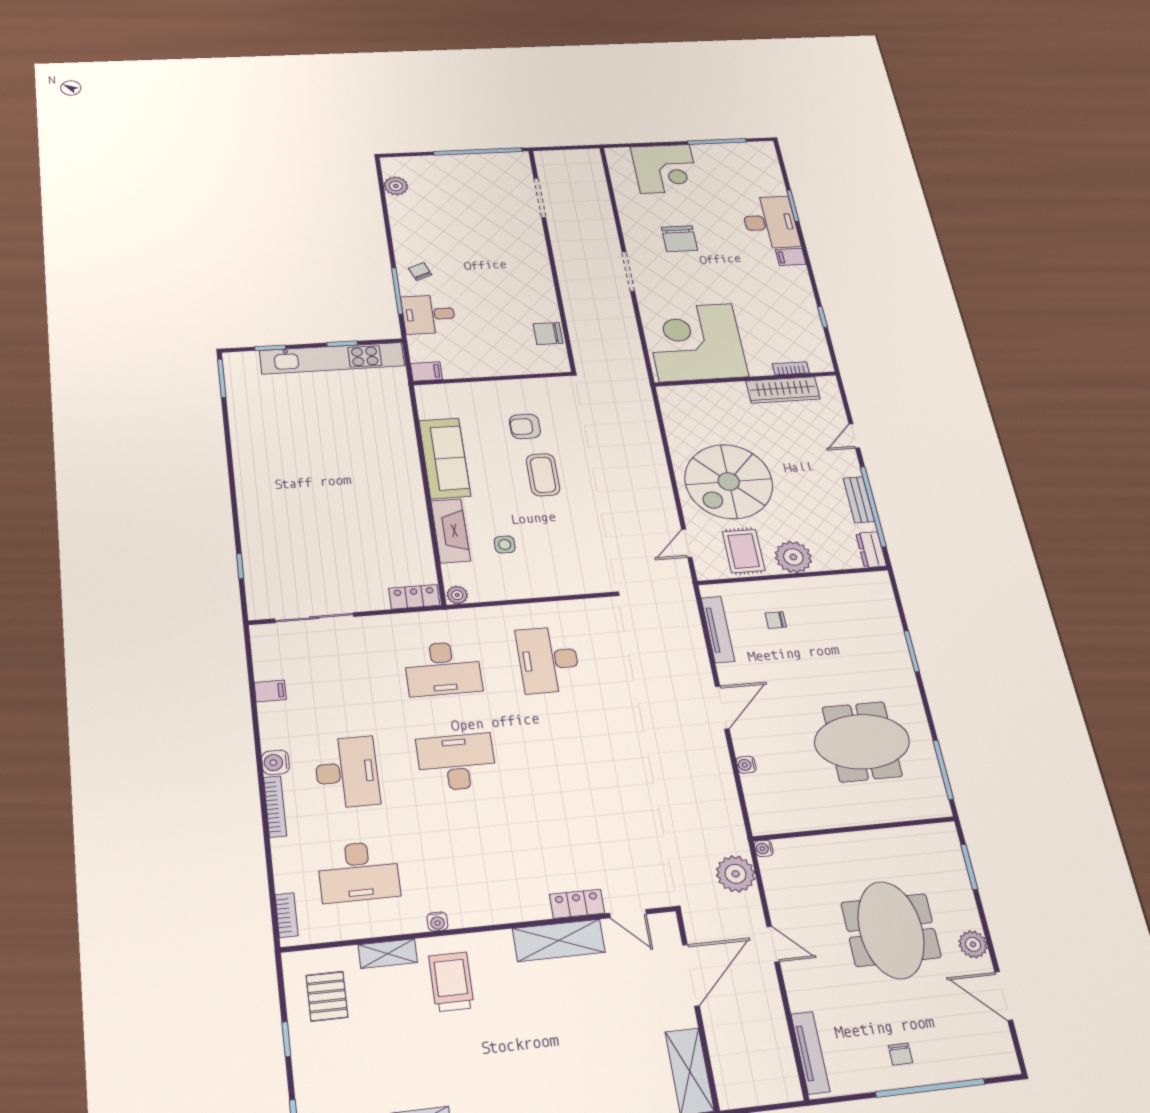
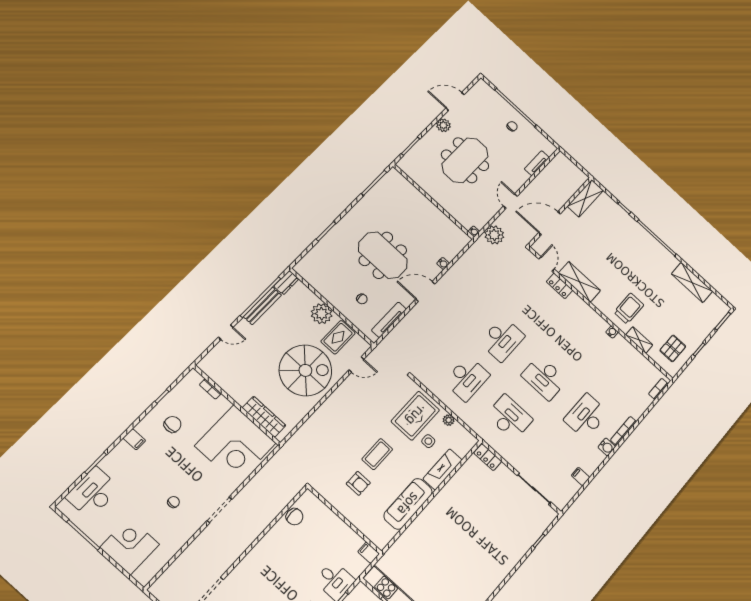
desk: (770, 222) -> (93, 493), moved
chair: (679, 239) -> (173, 502), width x0.54, depth x0.54
chair: (777, 303) -> (173, 424), added
wardrobe: (783, 390) -> (264, 417), moved
bench: (859, 500) -> (262, 306), width x1.36
rug: (554, 556) -> (415, 416), added
plant: (457, 595) -> (449, 420), moved
meeting table: (862, 742) -> (383, 255), moved
desk: (359, 872) -> (502, 339), moved, turned 90
trolley: (451, 982) -> (629, 309), turned 180
door: (1004, 996) -> (455, 101), swing flipped
tv unit: (810, 1053) -> (537, 163), width x0.71

